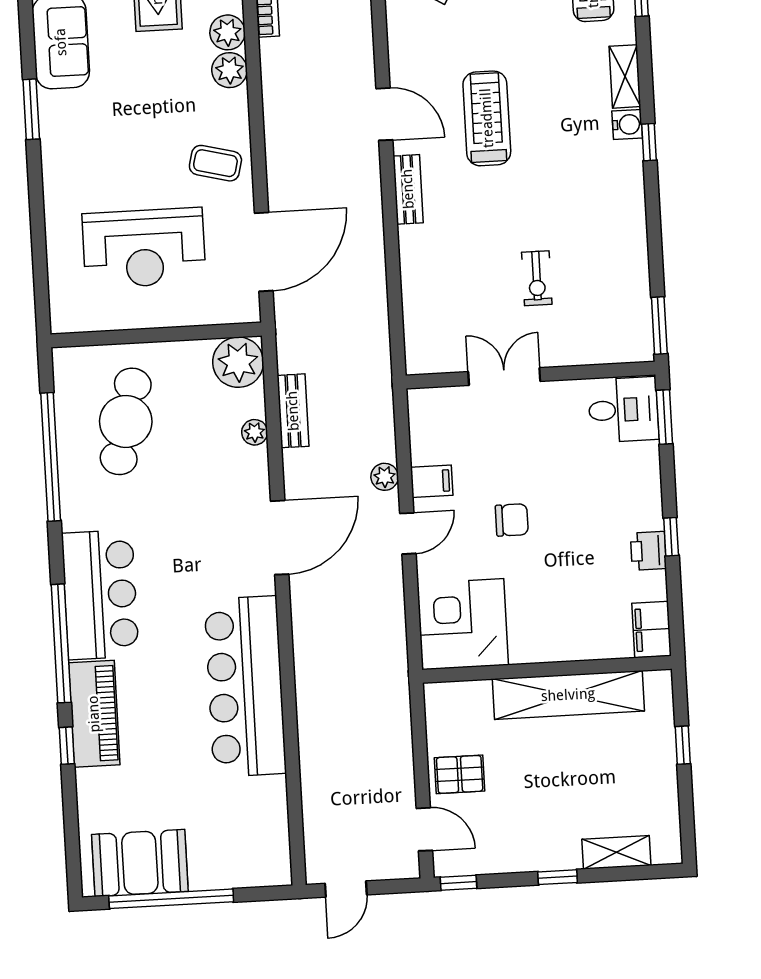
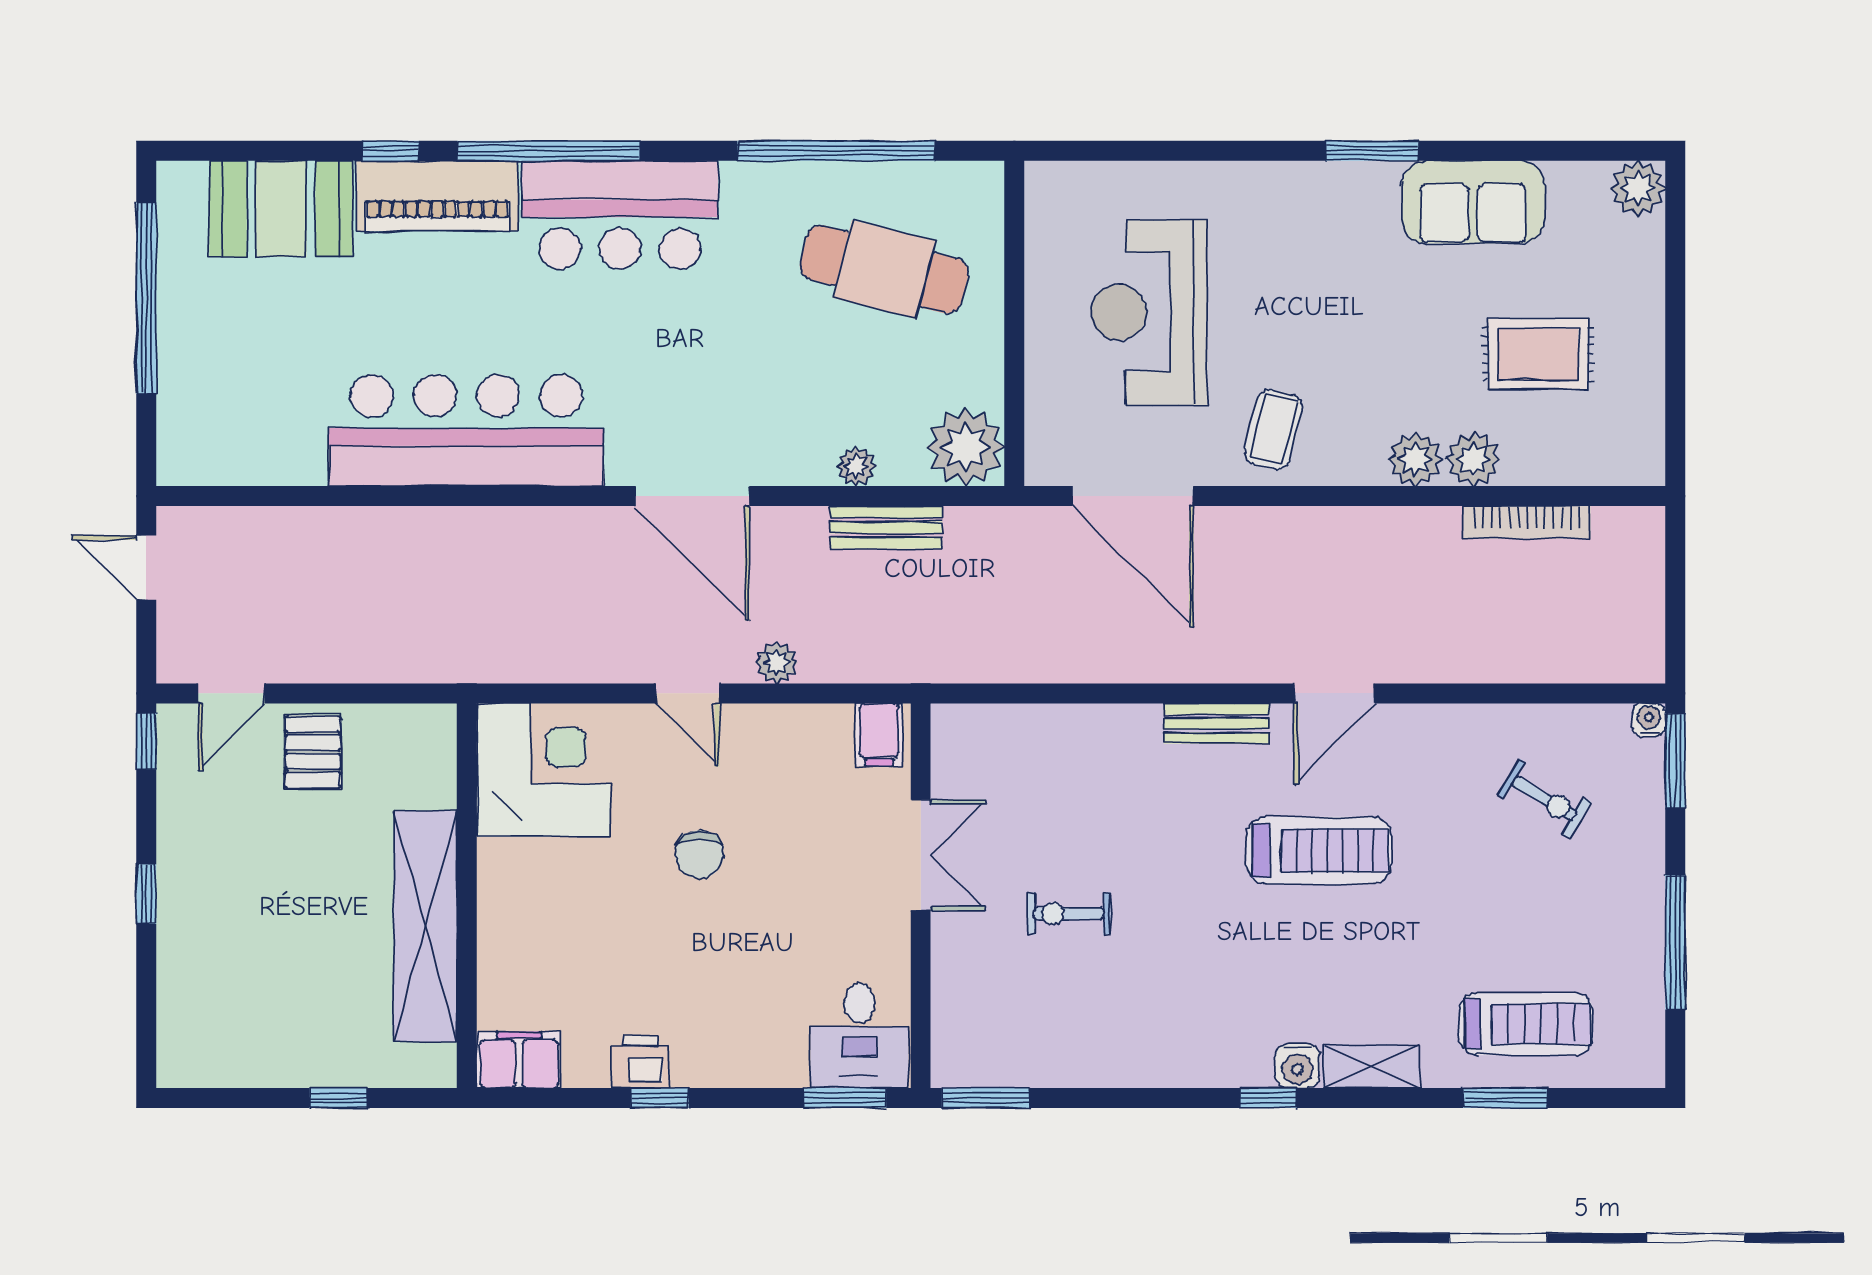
filing cabinet: (432, 481) -> (879, 735), moved
shelving: (616, 852) -> (179, 987), removed
booth: (140, 863) -> (281, 209), moved, turned 90

